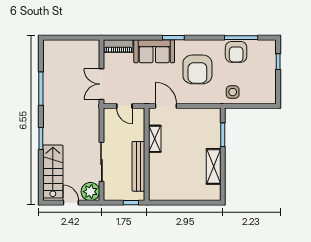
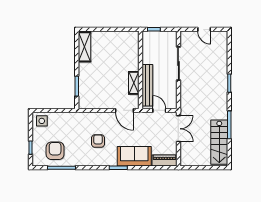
armchair: (236, 52) -> (55, 151), moved
armchair: (197, 69) -> (98, 141), width x0.53, depth x0.53
side table: (233, 92) -> (42, 121), moved
bench: (138, 166) -> (147, 85), moved
shelving: (214, 166) -> (85, 47), moved
stairs: (53, 171) -> (219, 142), moved
plant: (90, 192) -> (188, 39), removed

